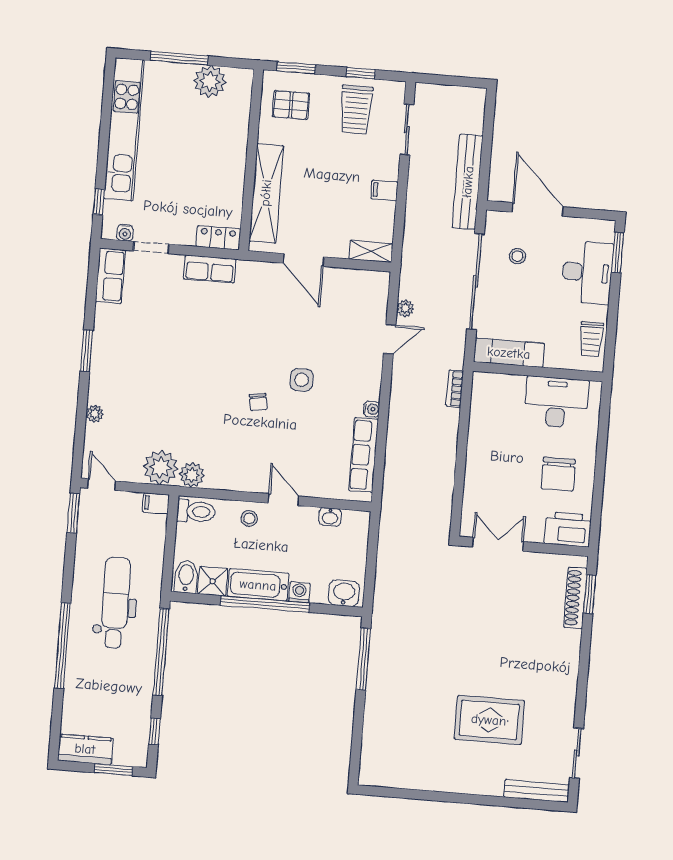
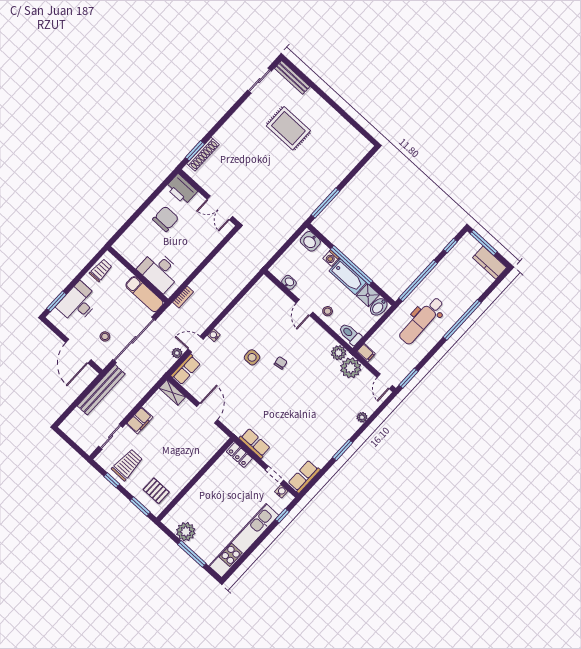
filing cabinet: (384, 190) -> (140, 420), width x2.00
shelving: (266, 193) -> (200, 458), removed
desk: (556, 402) -> (159, 271), moved
water cooler: (372, 409) -> (214, 335), moved
row of seats: (364, 455) -> (186, 369), moved, width x0.68
window: (113, 770) -> (484, 243), width x1.44

